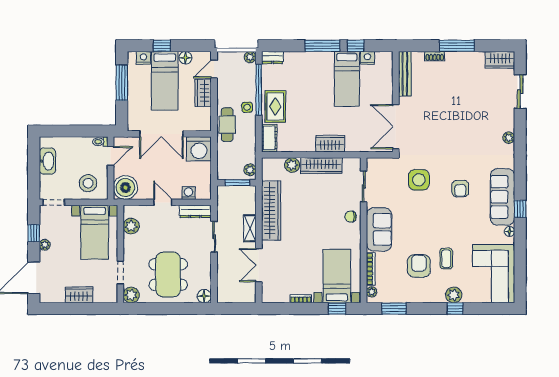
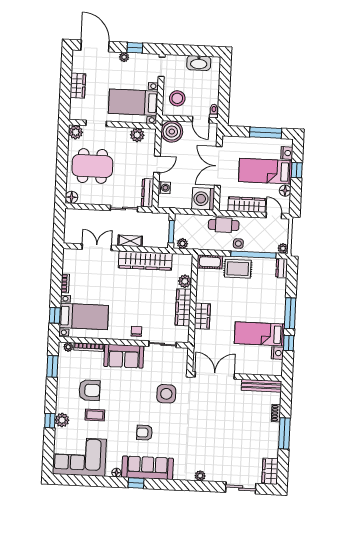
wardrobe: (203, 93) -> (247, 205), width x1.50
armchair: (460, 189) -> (144, 433), moved

